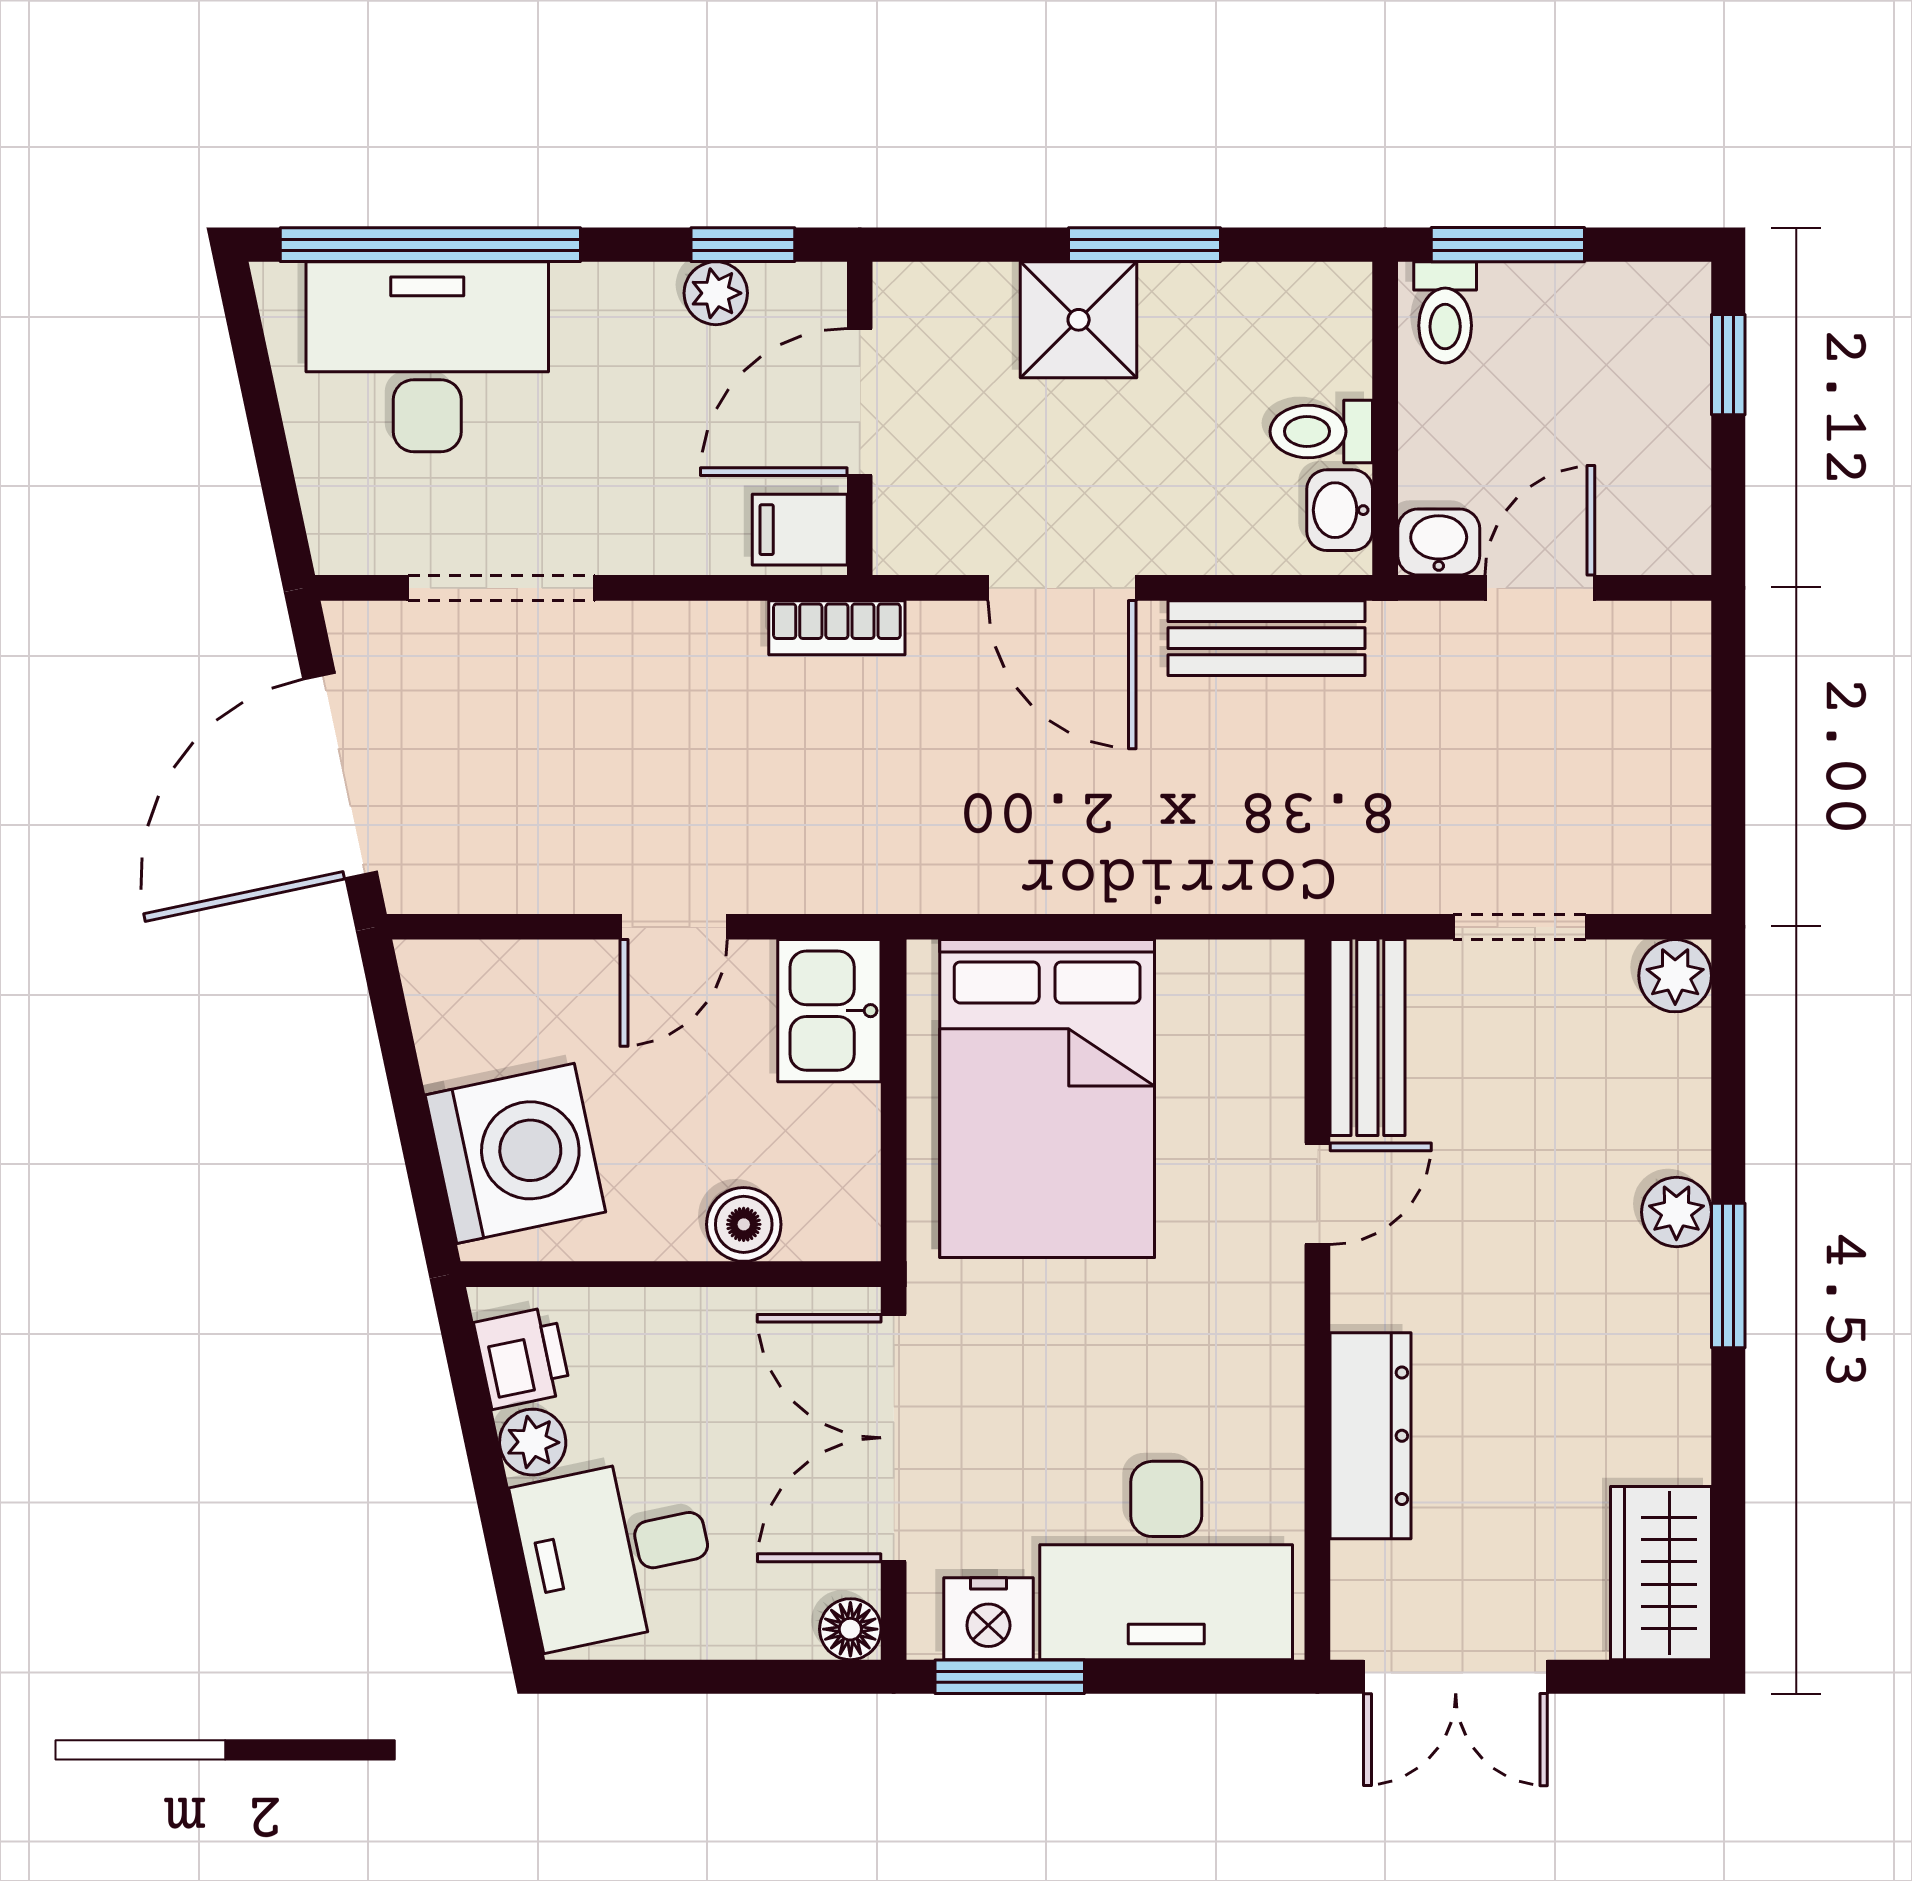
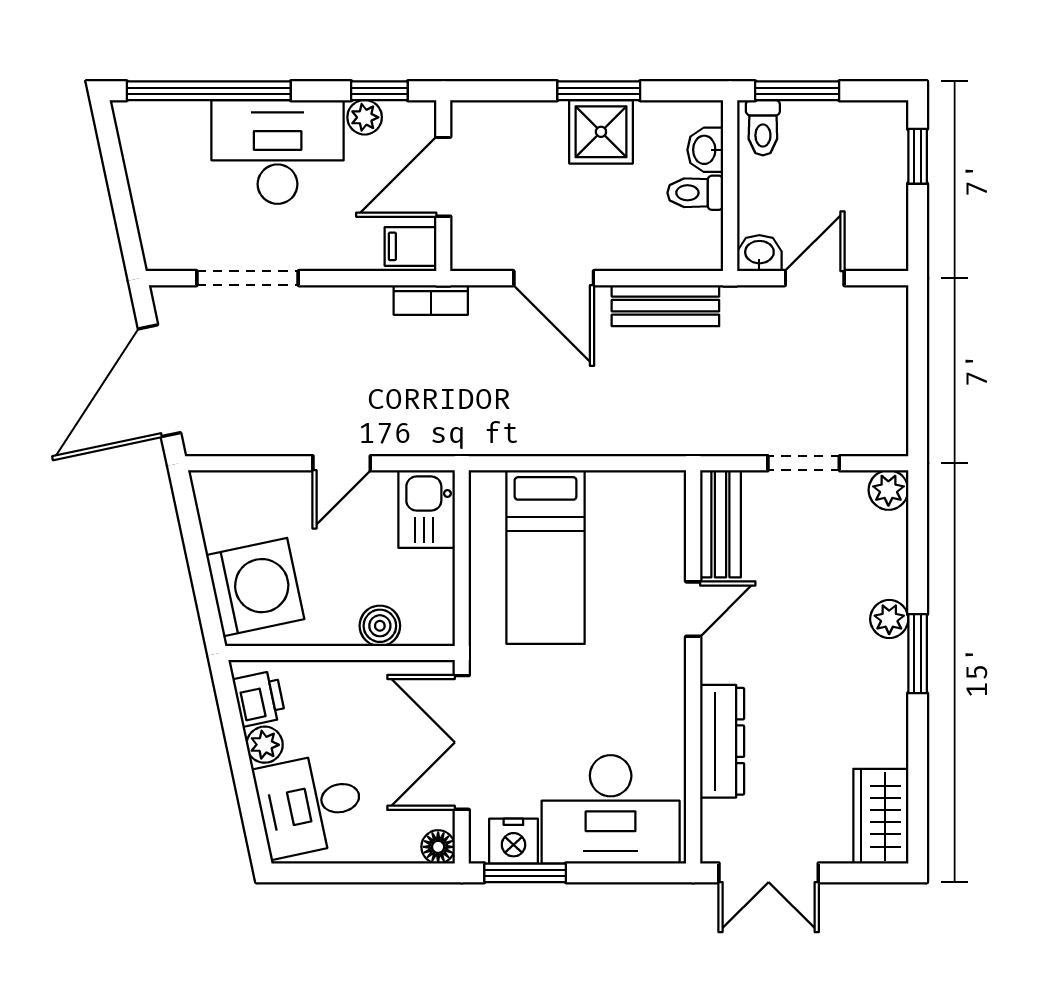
shower: (1079, 320) -> (601, 132), moved
desk: (427, 357) -> (278, 152), moved
washbasin: (1340, 510) -> (705, 150), moved
bed: (1047, 1099) -> (546, 557), width x0.67

